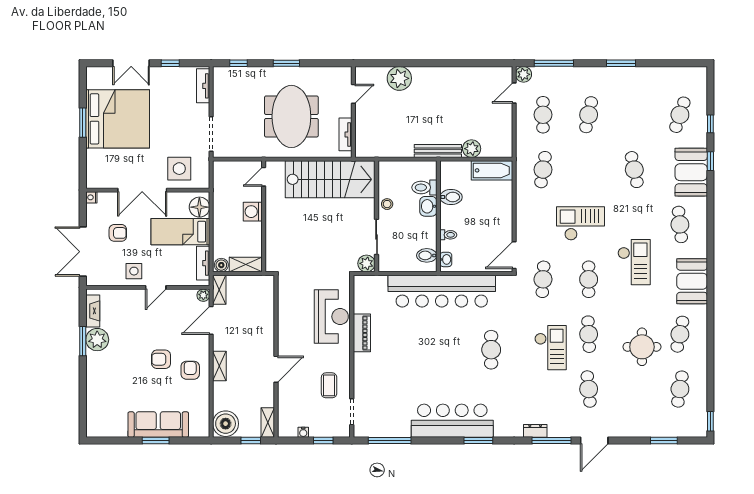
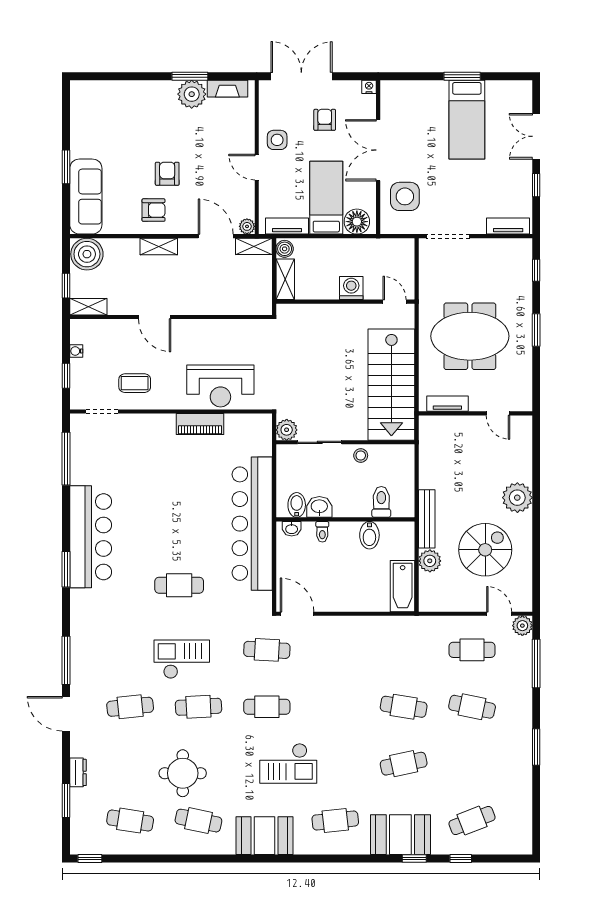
plant: (399, 78) -> (517, 498), moved
spiral stairs: (463, 104) -> (485, 550), added
cafe table: (680, 115) -> (472, 821), turned -39
bed: (118, 119) -> (467, 120), width x0.49
cafe table: (543, 170) -> (404, 707), moved
washbasin: (428, 206) -> (319, 507), moved
checkout: (581, 223) -> (337, 697), removed
armchair: (118, 233) -> (325, 120), turned 180
checkout: (550, 348) -> (182, 659), turned 180
sofa: (158, 425) -> (86, 197), moved
dresser: (535, 431) -> (78, 772), moved

